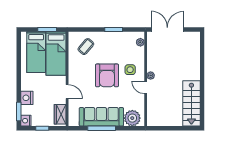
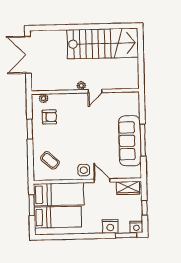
double door: (167, 30) -> (28, 55), moved
side table: (130, 70) -> (84, 170), moved
armchair: (107, 75) -> (49, 117), moved, width x0.53, depth x0.53
door: (67, 92) -> (102, 181), hinge flipped
stairs: (191, 103) -> (103, 43), width x1.36, depth x1.51
plant: (132, 118) -> (130, 105), removed

